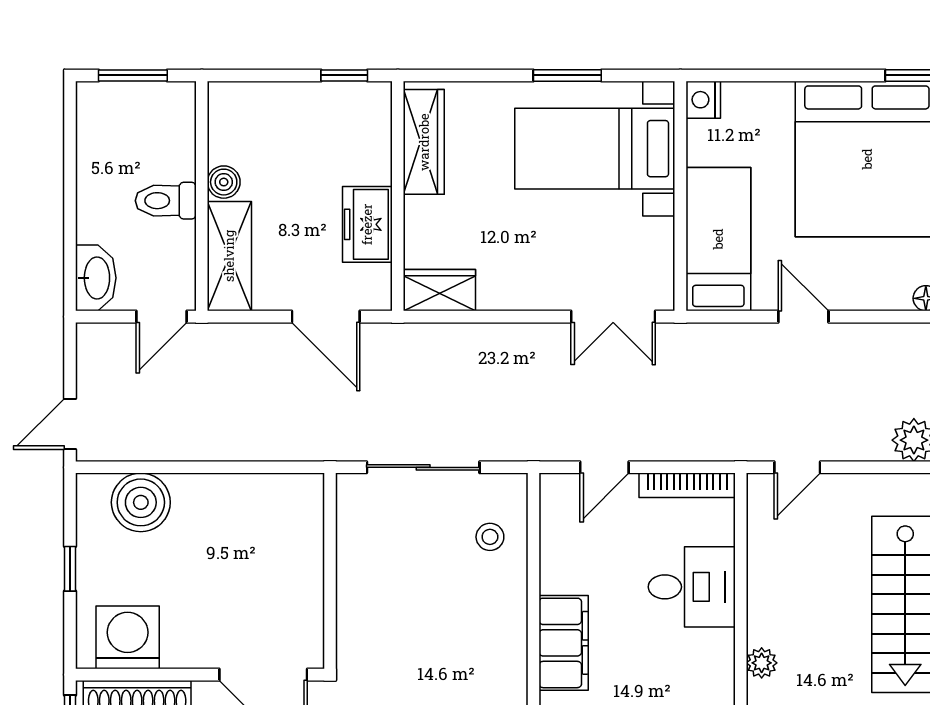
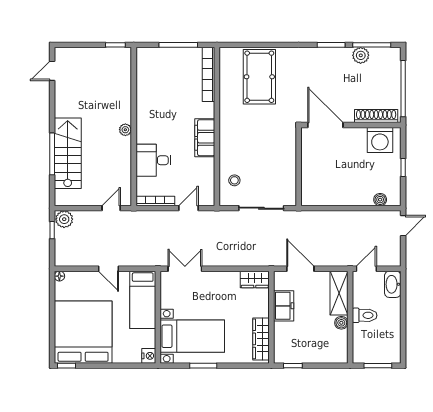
boiler: (141, 502) -> (380, 200), width x0.54, depth x0.54

